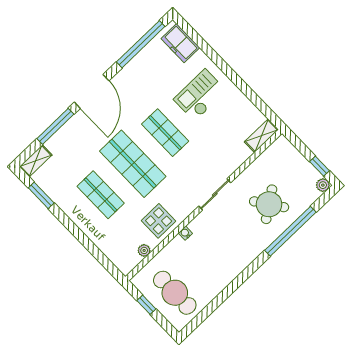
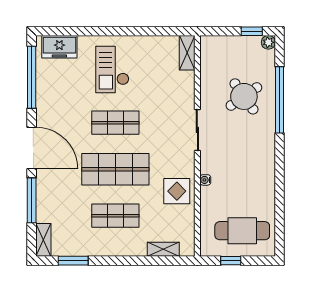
shelving: (109, 250) -> (163, 249), added
plant: (144, 250) -> (188, 223), removed

